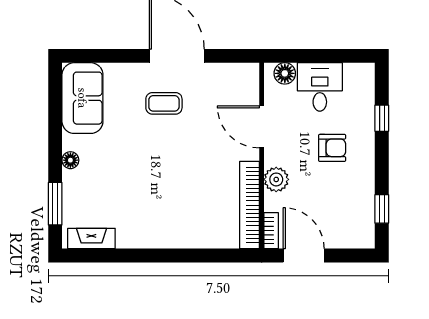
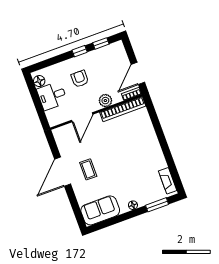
floor lamp: (285, 73) -> (39, 81), moved
window: (382, 118) -> (80, 51), moved

